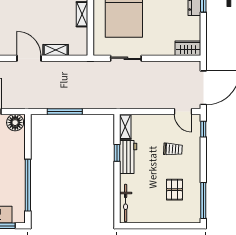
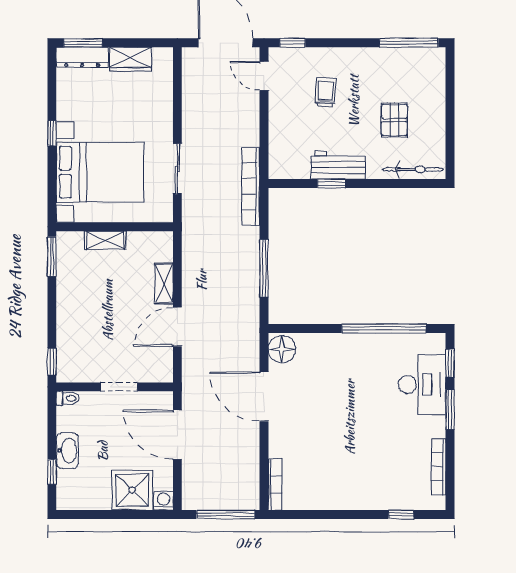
wardrobe: (188, 48) -> (130, 59), moved, turned -90
bookcase: (115, 103) -> (251, 186), added
door: (183, 111) -> (264, 76), swing flipped
shelving: (125, 127) -> (289, 170), removed
pallet: (174, 190) -> (394, 120), moved, turned 90

